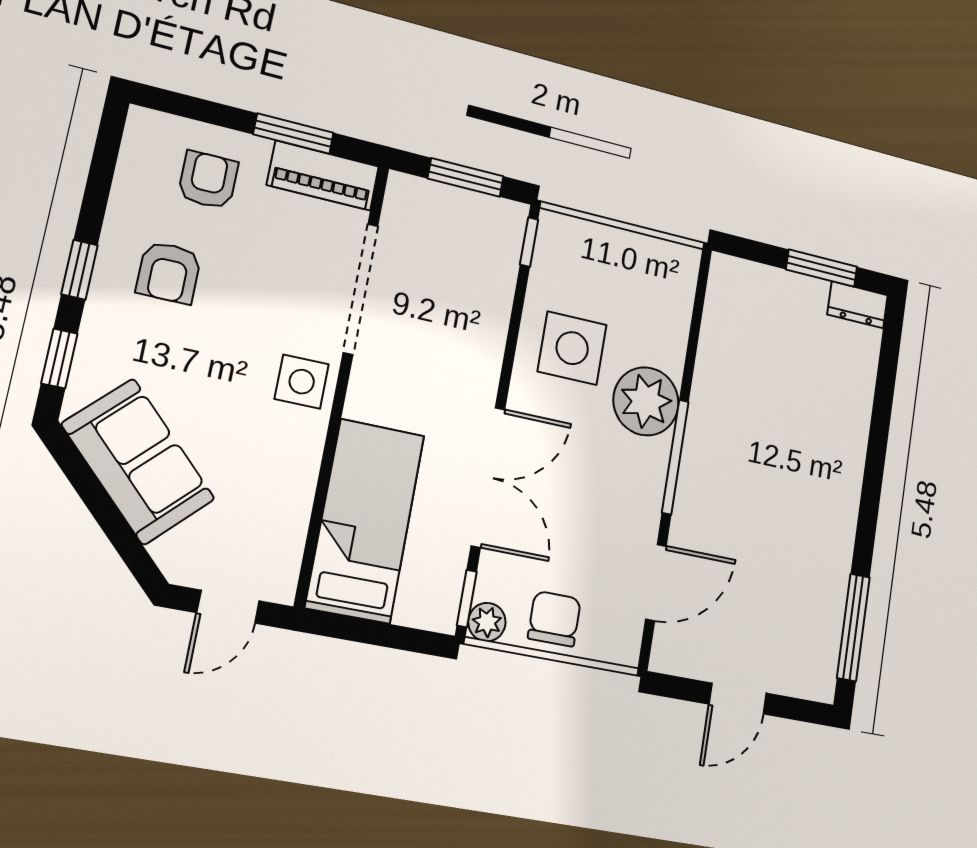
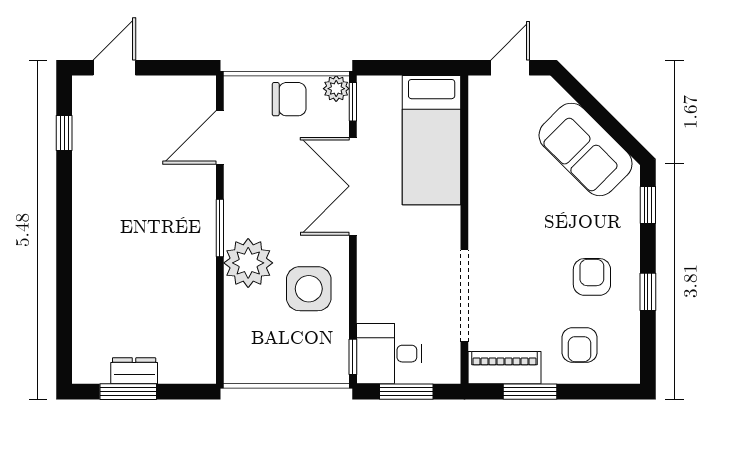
desk: (479, 234) -> (389, 354), added
window: (79, 270) -> (648, 292), moved
dresser: (858, 305) -> (134, 371), moved
side table: (302, 382) -> (492, 224), removed
window: (675, 457) -> (220, 228), width x0.69
chair: (554, 619) -> (289, 99), turned -90
window: (853, 627) -> (64, 133), width x0.46
door: (738, 699) -> (114, 68), moved

